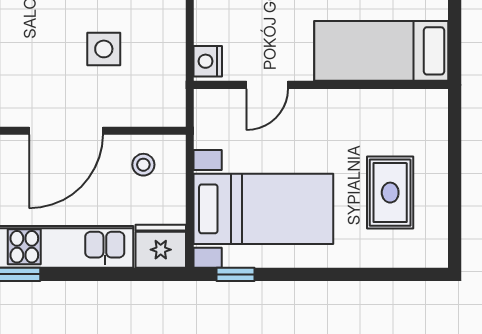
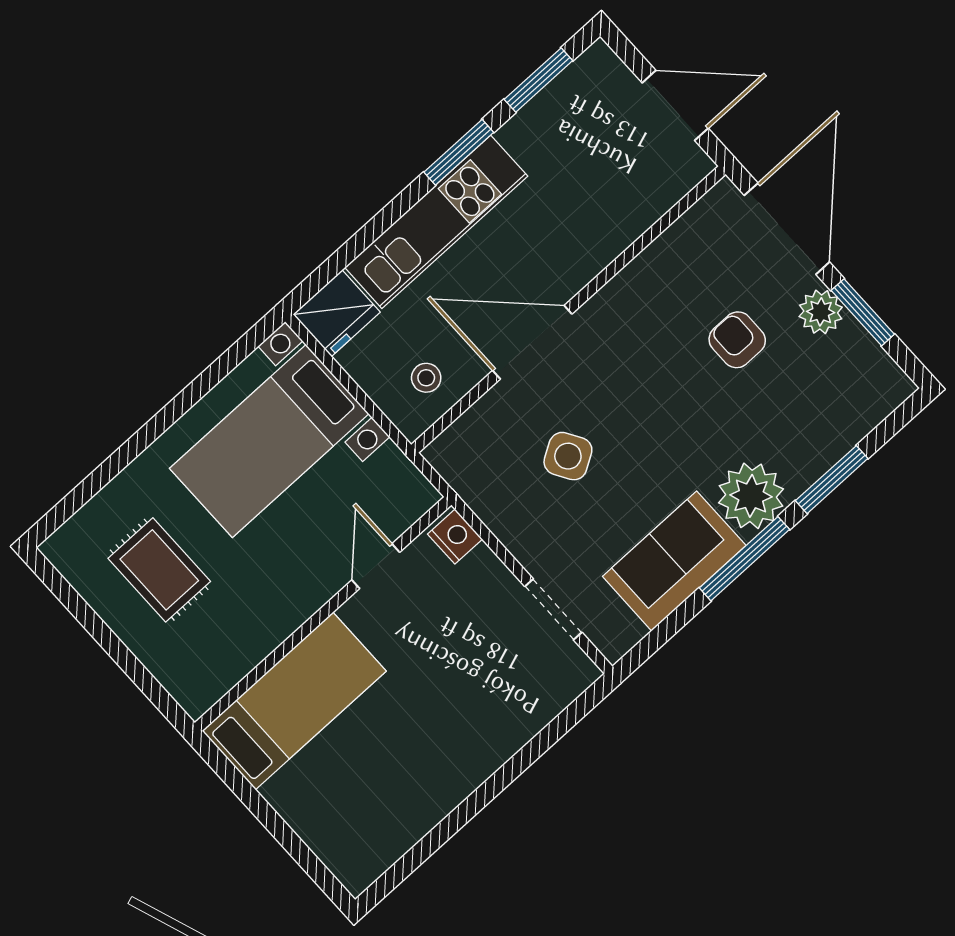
side table: (104, 49) -> (568, 456), turned -31
door: (66, 131) -> (532, 342), hinge flipped
window: (236, 274) -> (238, 352), removed

